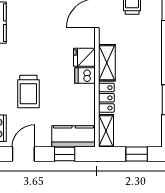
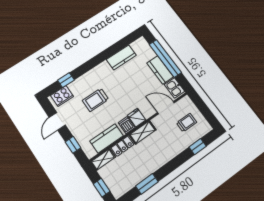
kitchen counter: (74, 136) -> (107, 138), moved, turned -90
door: (23, 154) -> (57, 121), swing flipped

